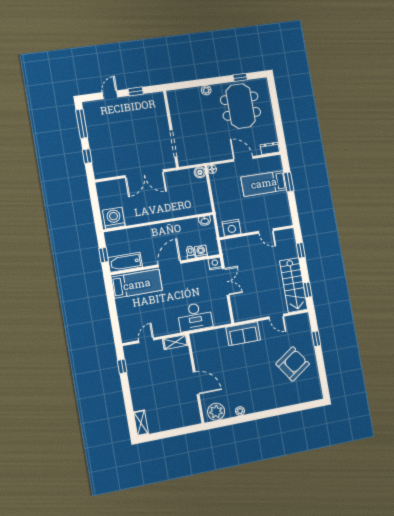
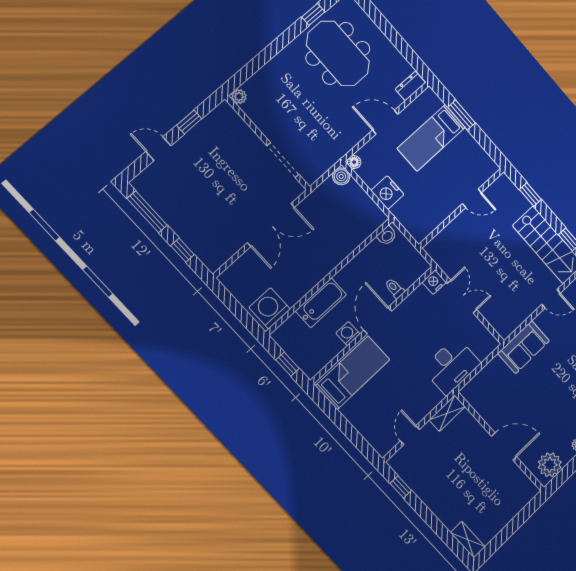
plant: (206, 90) -> (239, 97), moved
door: (110, 95) -> (158, 149), hinge flipped
nightstand: (232, 228) -> (387, 192), moved, turned 90
washing machine: (201, 251) -> (348, 334), moved
bathtub: (125, 262) -> (321, 303), moved, turned 180

